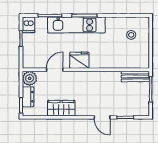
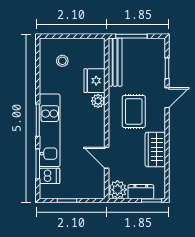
dishwasher: (29, 25) -> (50, 176), moved
fridge: (79, 60) -> (94, 81), moved
plant: (100, 63) -> (98, 101), added
bench: (135, 76) -> (115, 62), width x1.36
rug: (91, 91) -> (134, 111), added

